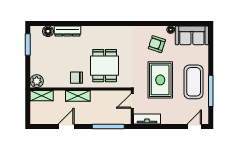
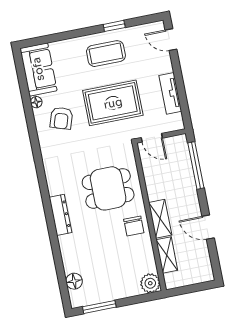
dresser: (67, 31) -> (61, 215), moved
coffee table: (194, 82) -> (106, 54), width x0.73, depth x0.76
window: (211, 91) -> (114, 26), width x0.46
shelving: (42, 96) -> (167, 255), moved
tv unit: (147, 119) -> (170, 93), moved

